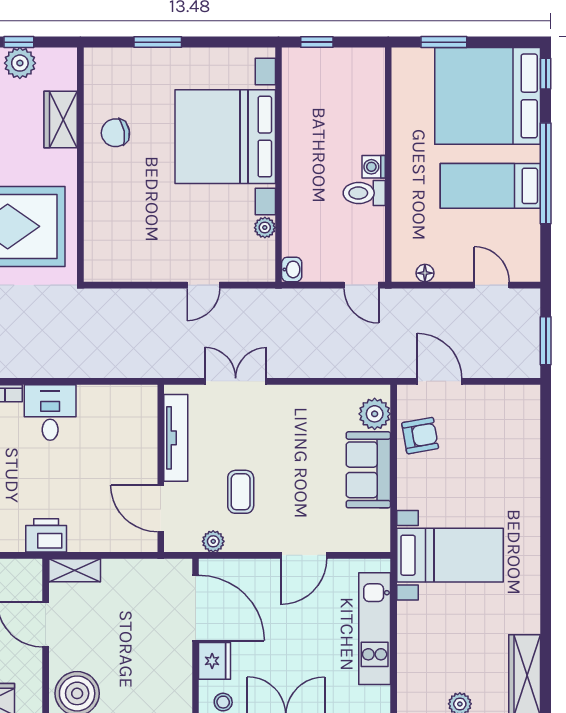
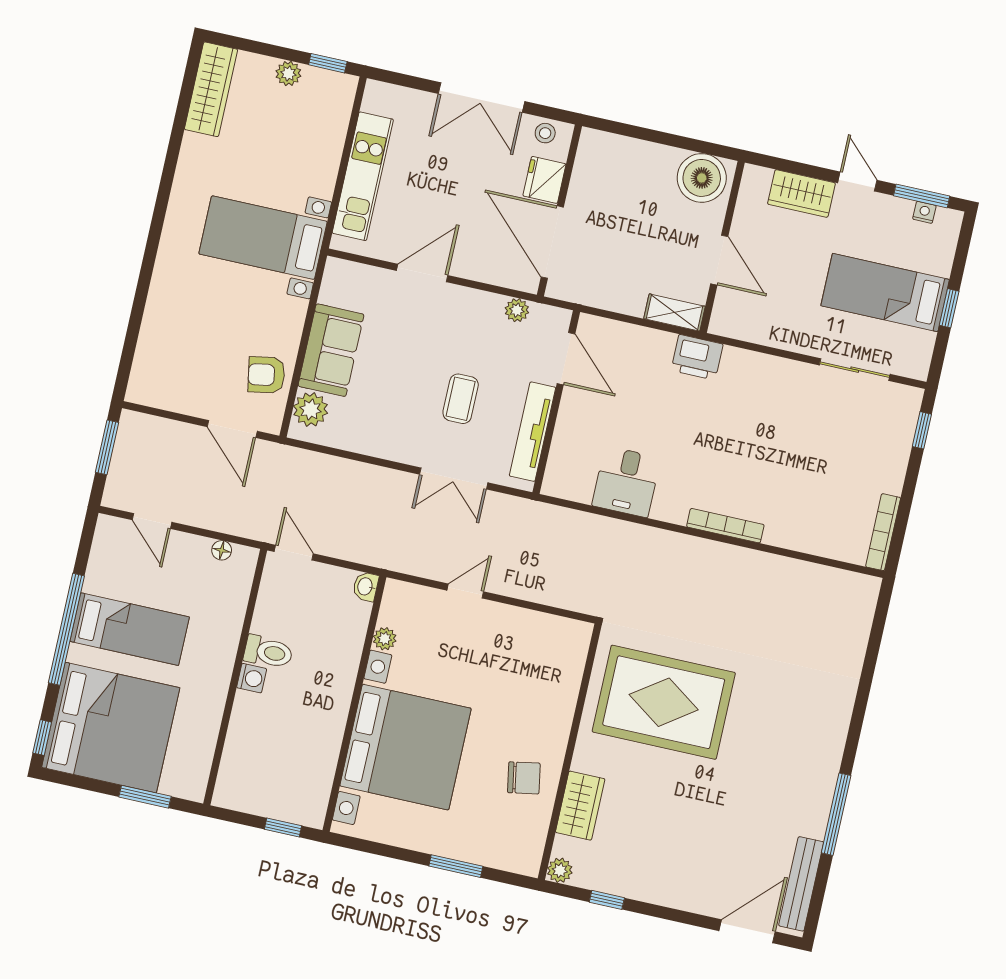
plant: (20, 63) -> (560, 870), moved, width x0.73, depth x0.73
desk: (50, 412) -> (626, 482), moved
coffee table: (241, 492) -> (461, 399), moved

